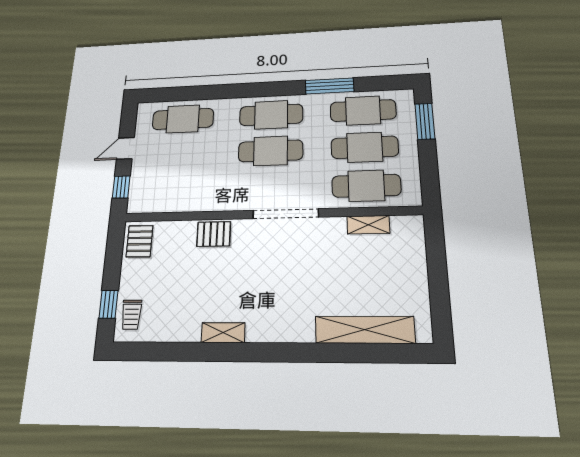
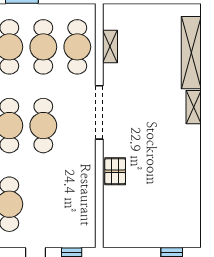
pallet: (140, 241) -> (120, 234), removed
trolley: (131, 315) -> (180, 235), removed
shelving: (223, 333) -> (194, 107), moved

